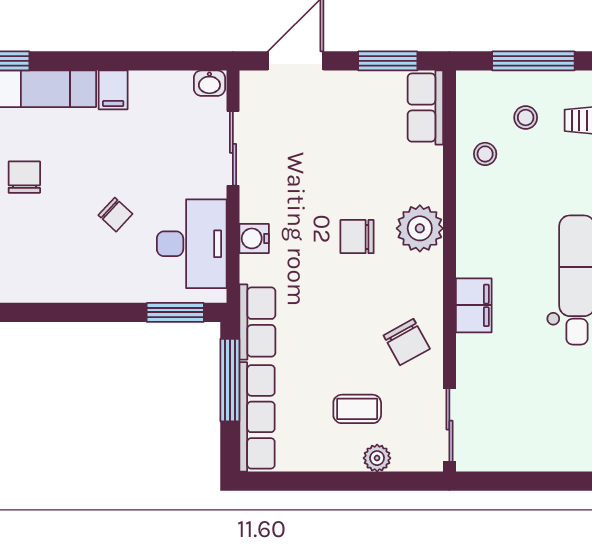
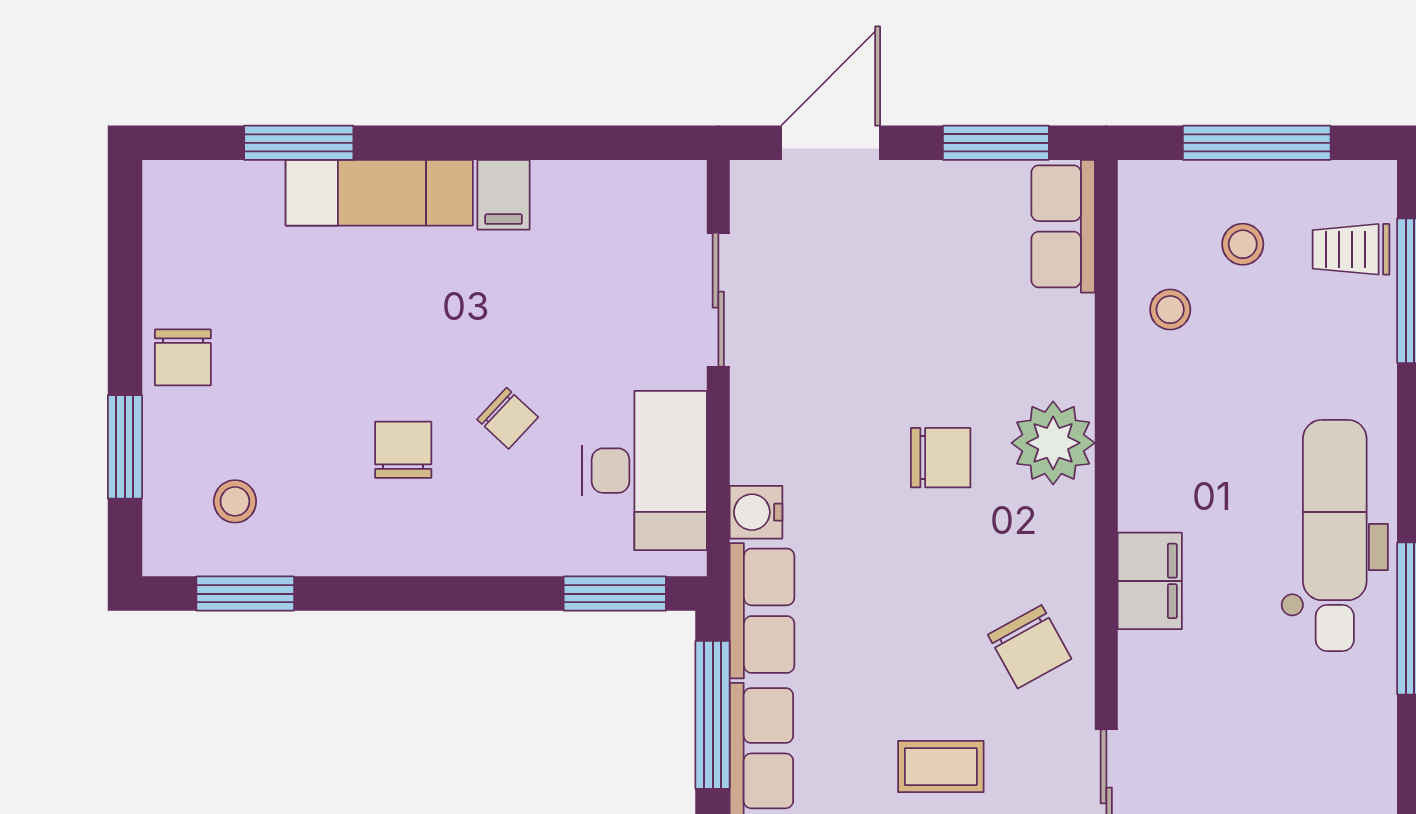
washbasin: (209, 83) -> (676, 183), removed
chair: (24, 177) -> (403, 450), moved
chair: (357, 237) -> (941, 458), turned 180
water cooler: (254, 238) -> (756, 512), moved

